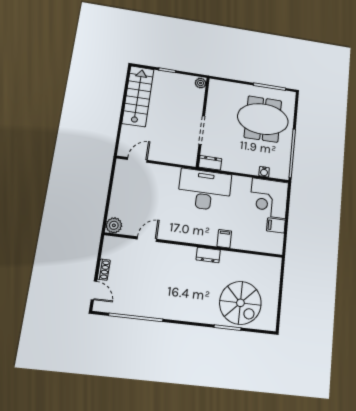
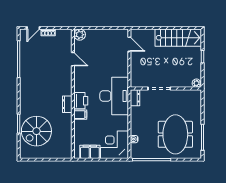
filing cabinet: (276, 225) -> (90, 152), width x2.00
printer: (206, 236) -> (81, 101), added

